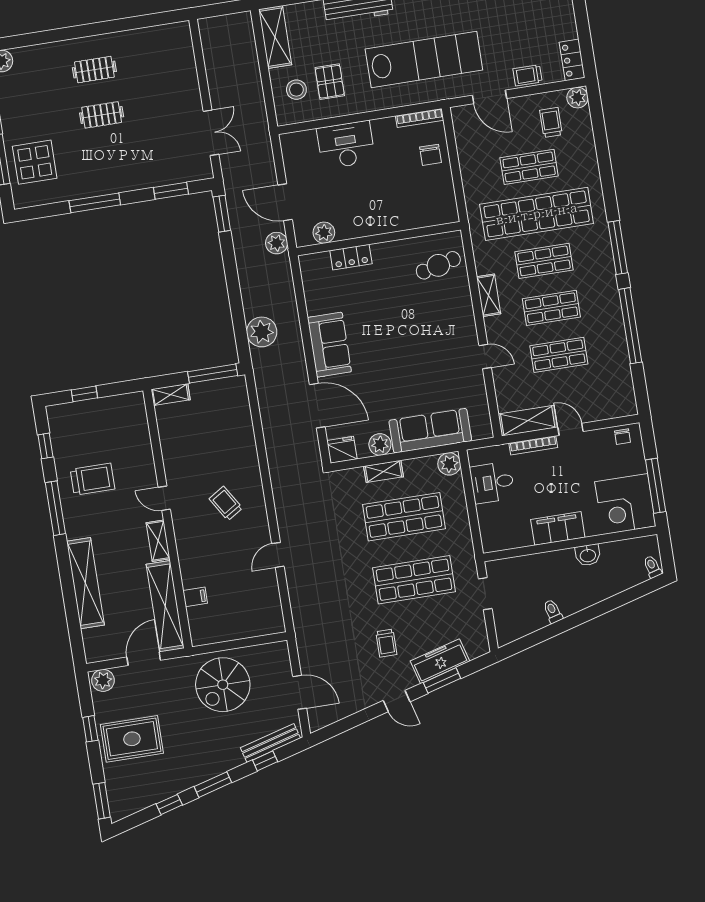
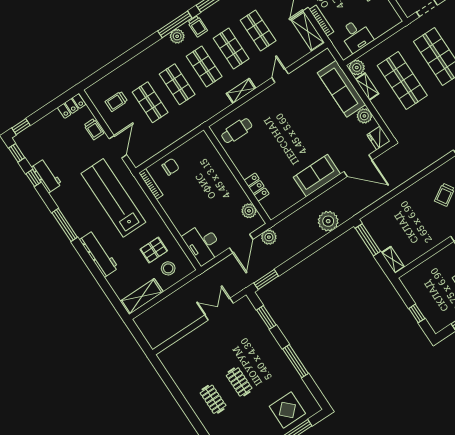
plant: (577, 98) -> (177, 36), moved
desk: (346, 145) -> (203, 244), moved
shop shelf: (537, 214) -> (177, 84), width x0.50, depth x0.74
cafe table: (438, 265) -> (237, 131), turned -76
trolley: (601, 277) -> (198, 26), added
door: (317, 406) -> (358, 166), swing flipped
shelving: (384, 471) -> (367, 87), moved

